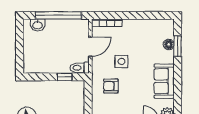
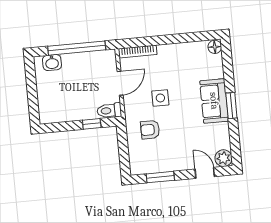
floor lamp: (169, 44) -> (215, 47), moved
window: (178, 46) -> (231, 106), moved
sofa: (164, 81) -> (214, 101), moved

